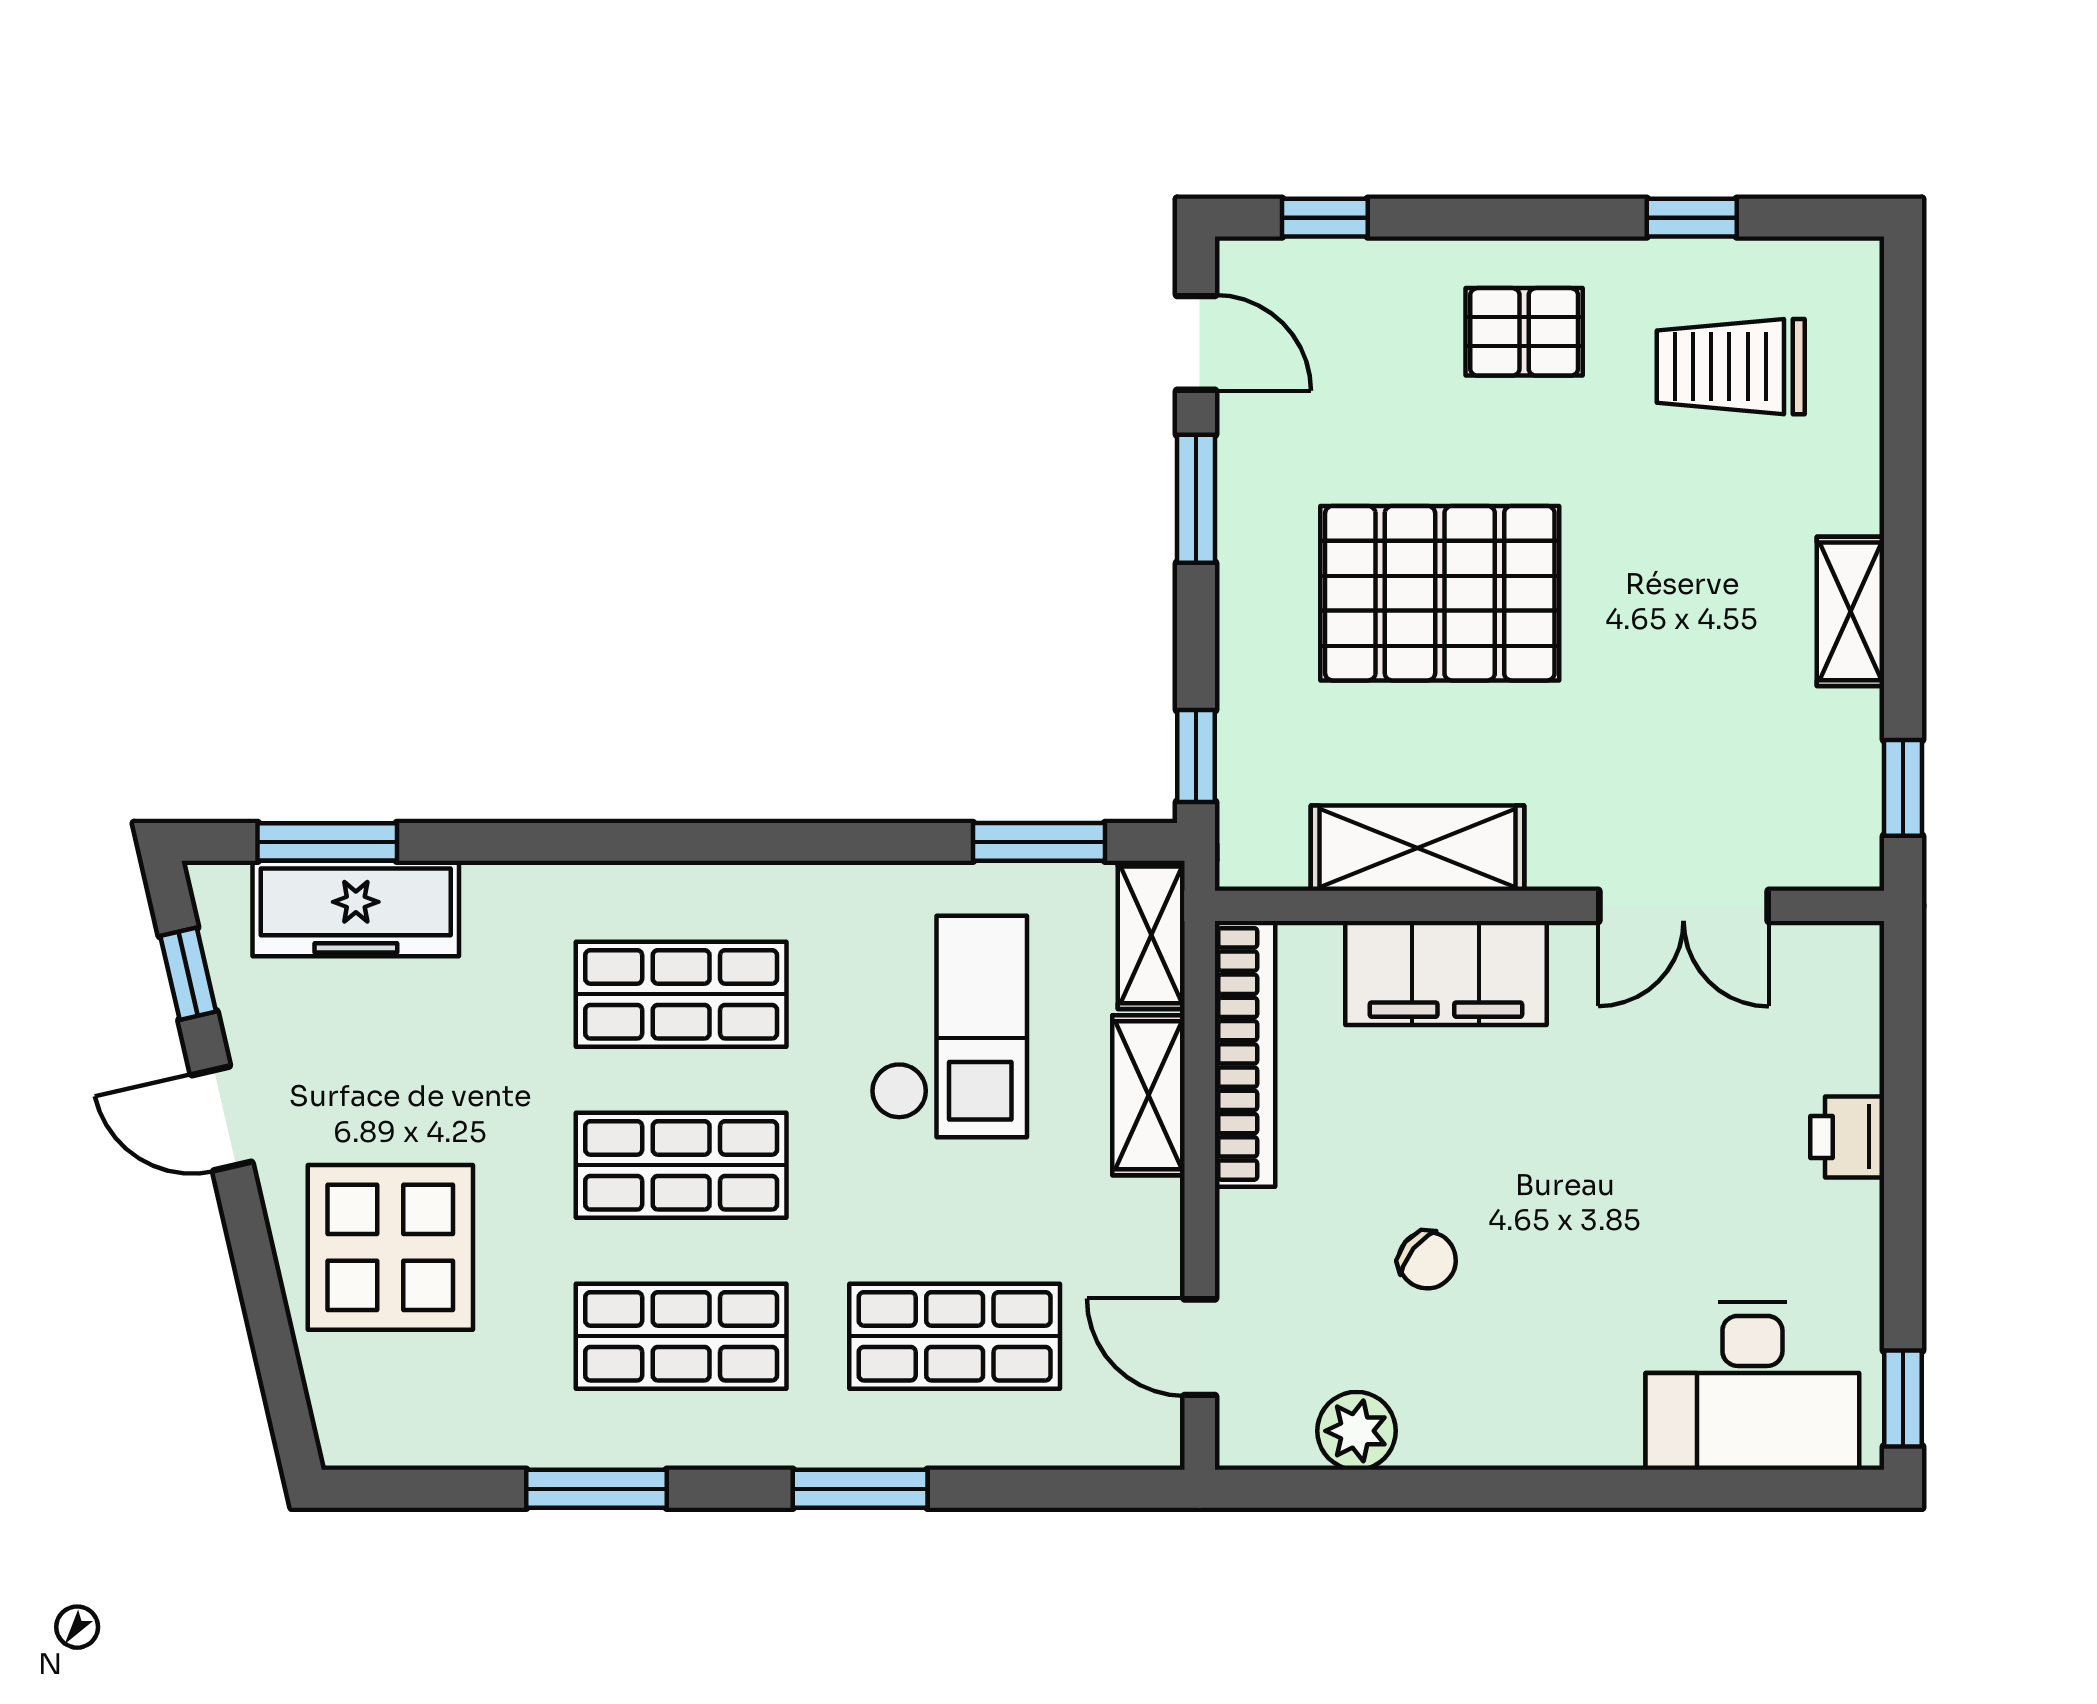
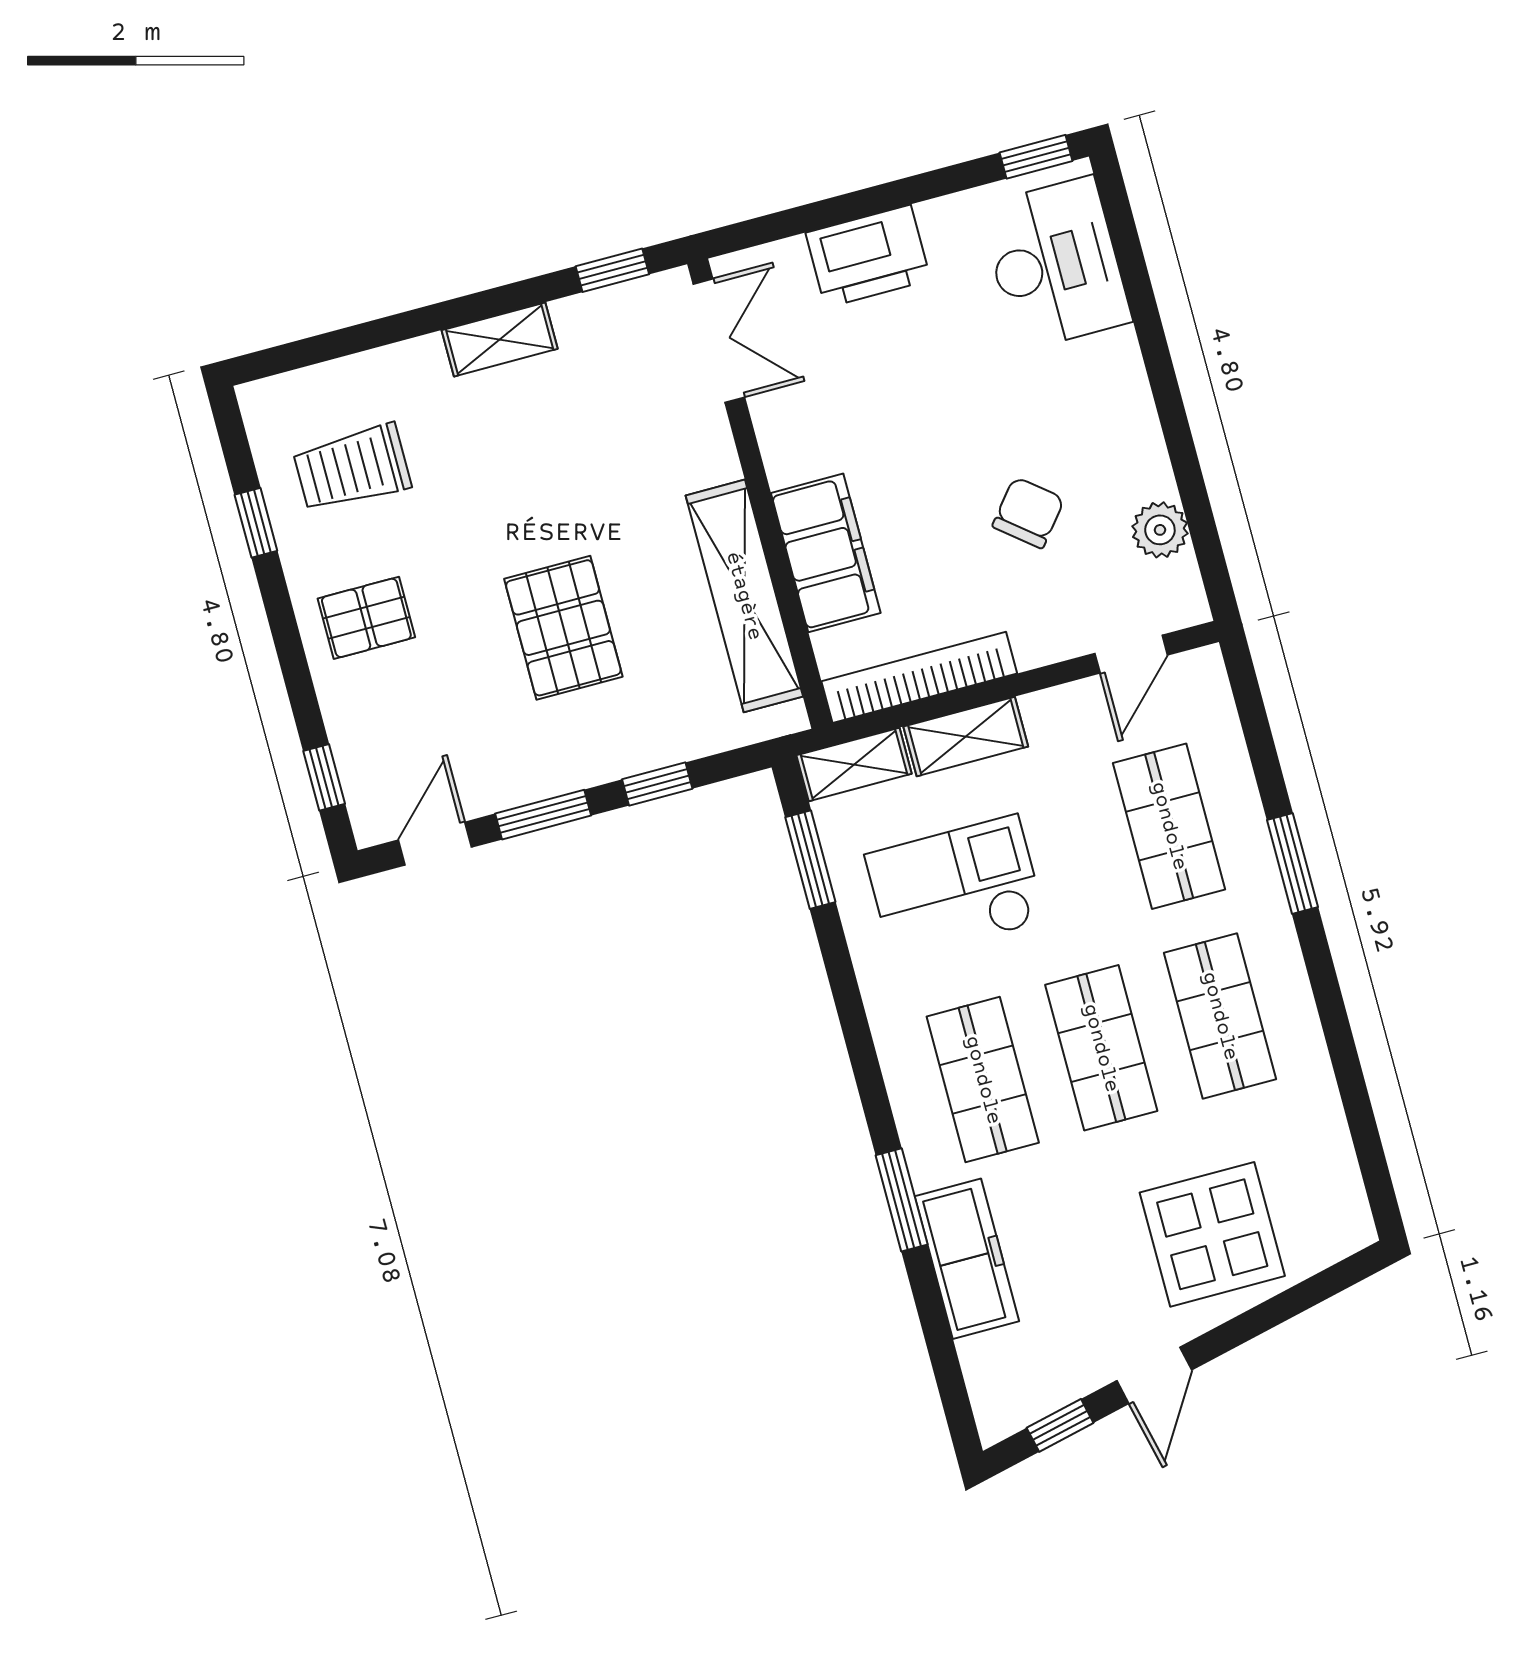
pallet: (1524, 332) -> (366, 618), turned 90
trolley: (1731, 367) -> (352, 468), turned 90
pallet: (1440, 593) -> (563, 628), width x0.73, depth x0.71
window: (1196, 756) -> (657, 784), moved
window: (327, 842) -> (902, 1200), moved
shelving: (1417, 848) -> (744, 596), width x1.47
double door: (1683, 906) -> (719, 341), moved
freezer: (356, 909) -> (967, 1259), moved
printer: (1847, 1137) -> (868, 256), width x1.87, depth x1.48
chair: (1427, 1260) -> (1028, 513), width x1.37, depth x1.37
window: (596, 1489) -> (1341, 1046), removed

